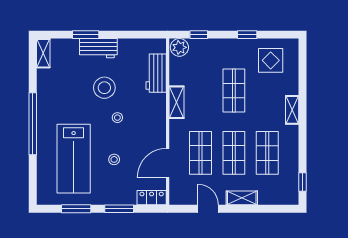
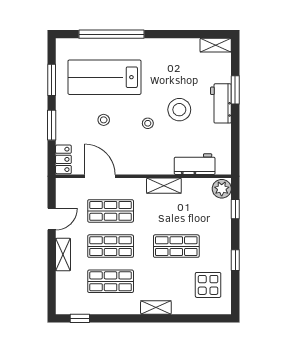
window: (33, 124) -> (112, 34), moved

